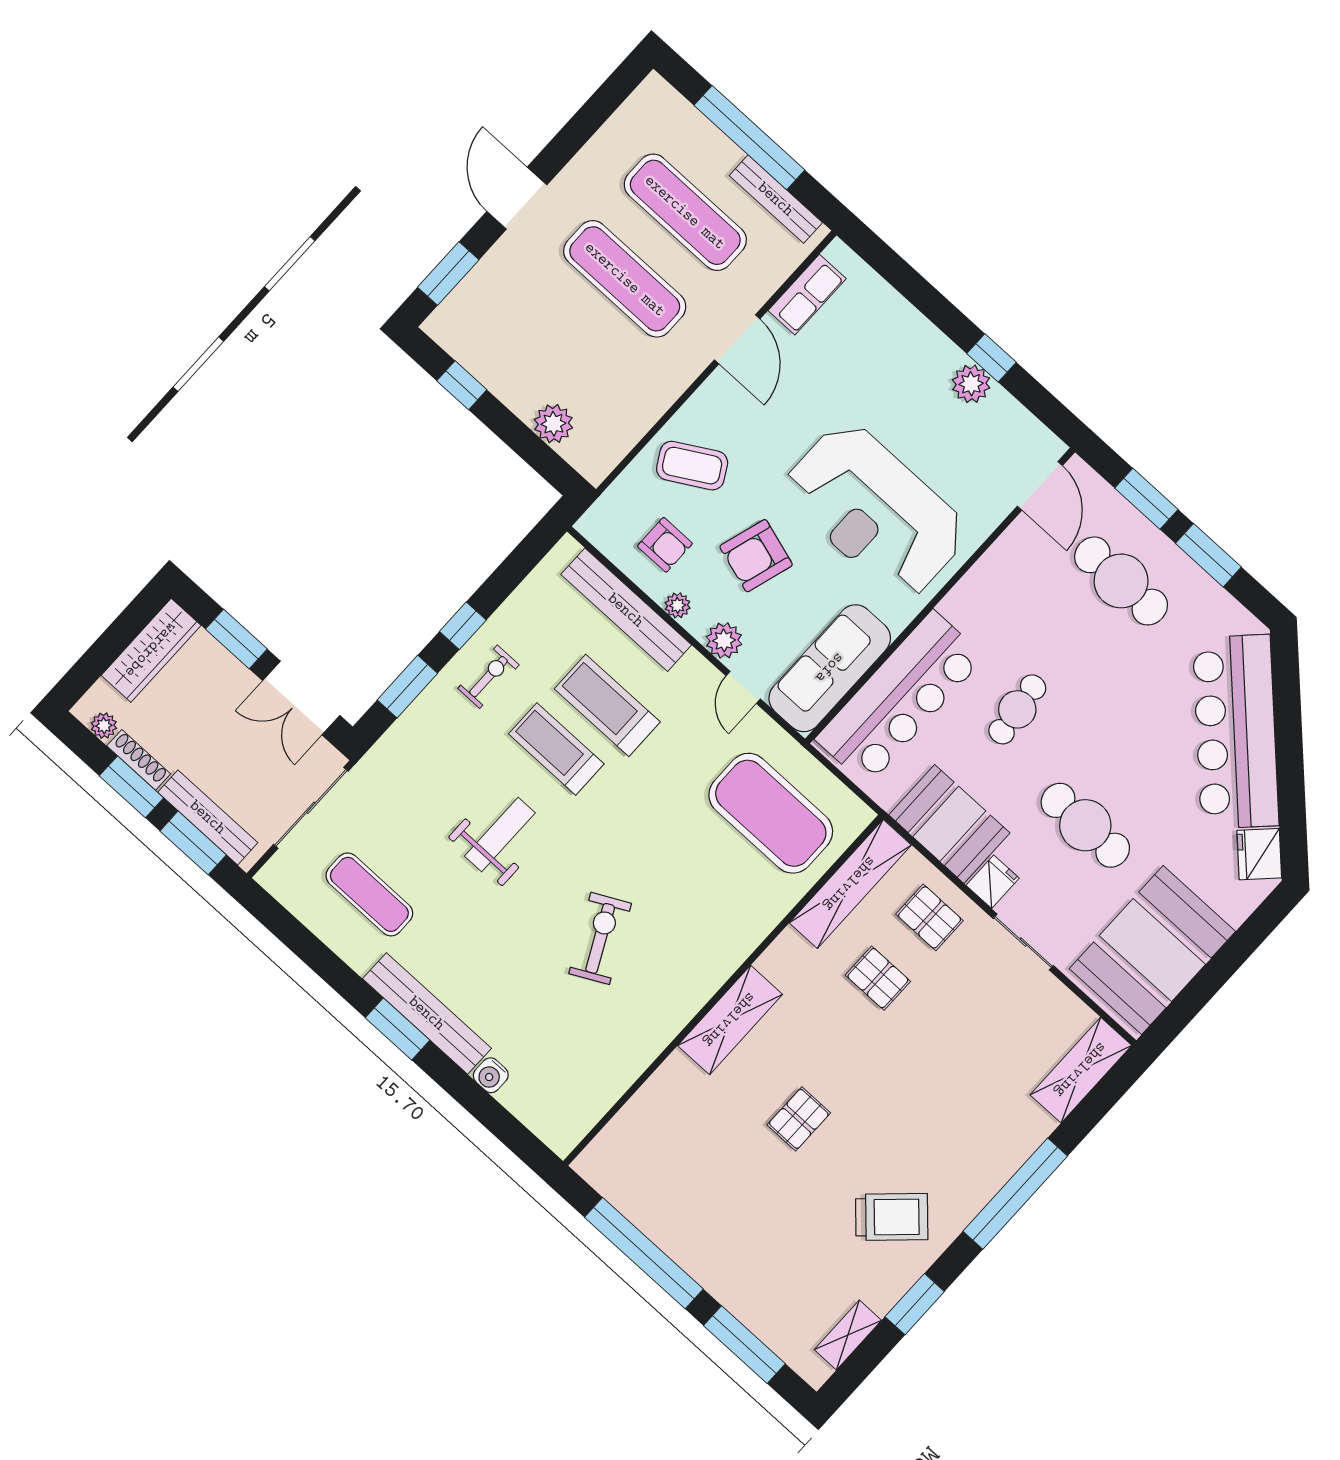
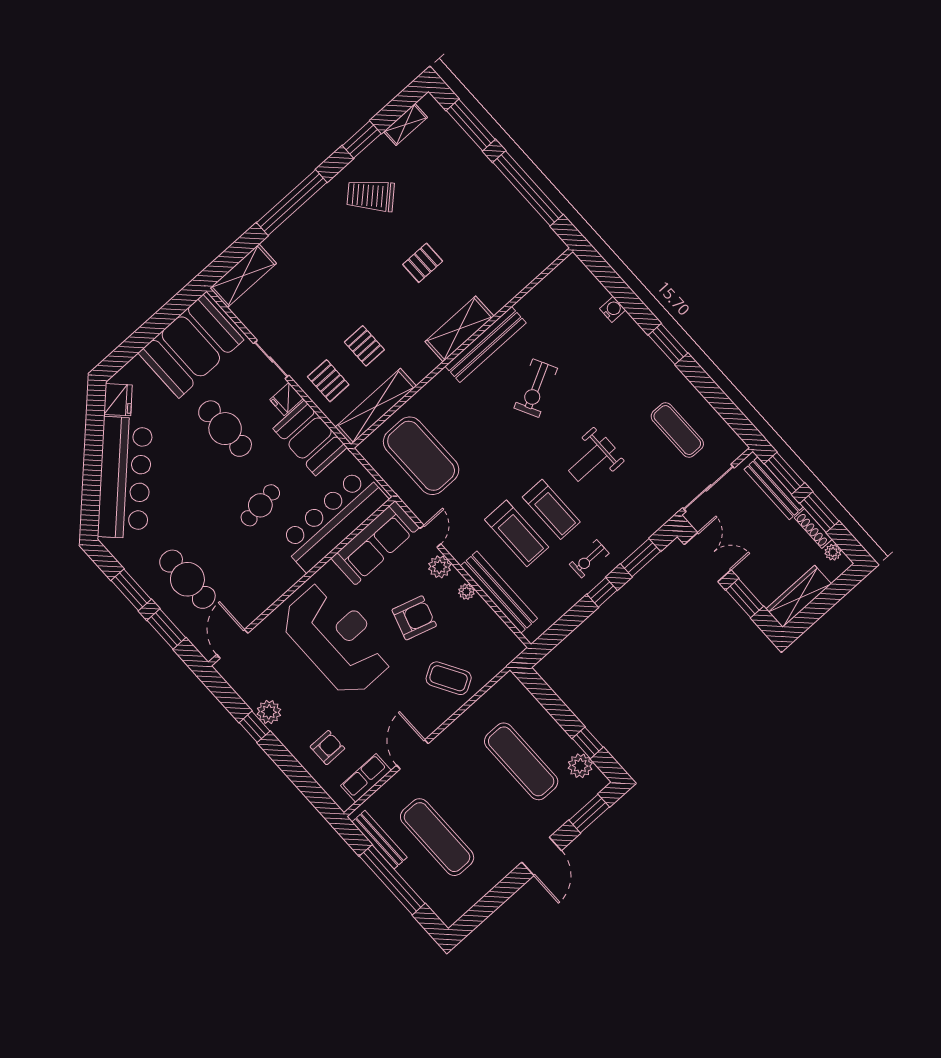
exercise mat: (625, 279) -> (521, 761), moved
plant: (553, 424) -> (580, 766), moved
armchair: (665, 545) -> (327, 748), moved, turned 90
bench: (427, 1013) -> (486, 345), moved, turned 90

